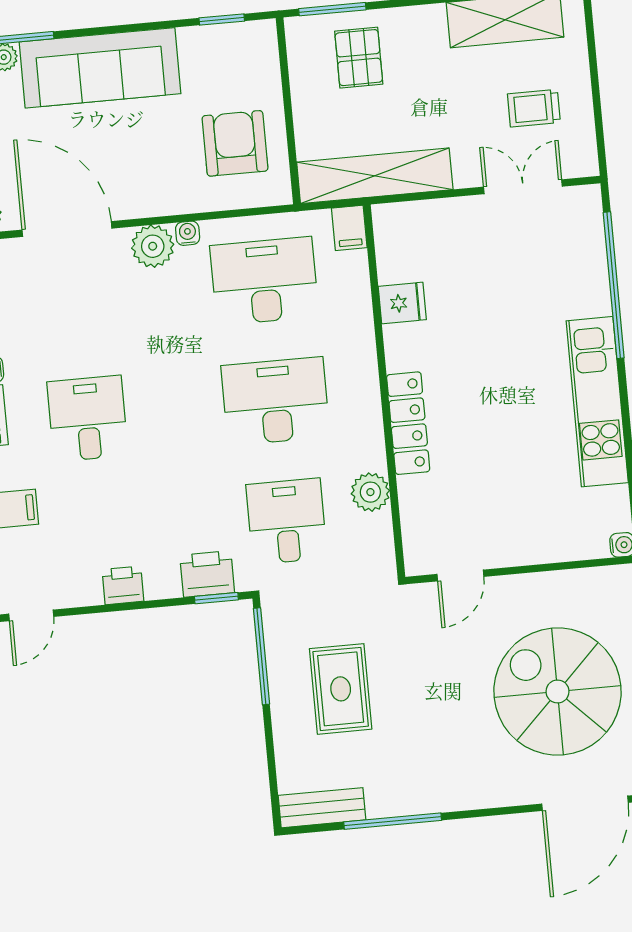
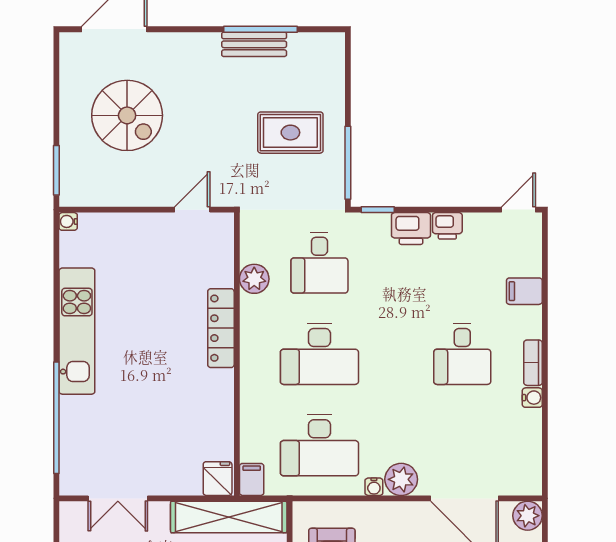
fridge: (402, 303) -> (218, 479), moved, turned 90
printer: (207, 574) -> (411, 228), moved
rug: (341, 689) -> (290, 133), turned 90
spiral stairs: (558, 692) -> (127, 115), width x0.73, depth x0.73
bench: (322, 808) -> (254, 44), moved

